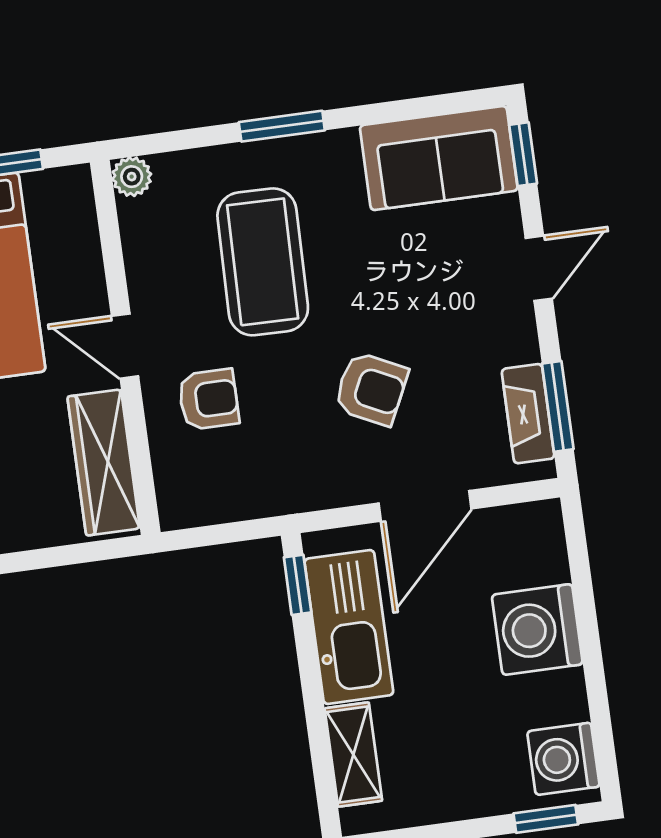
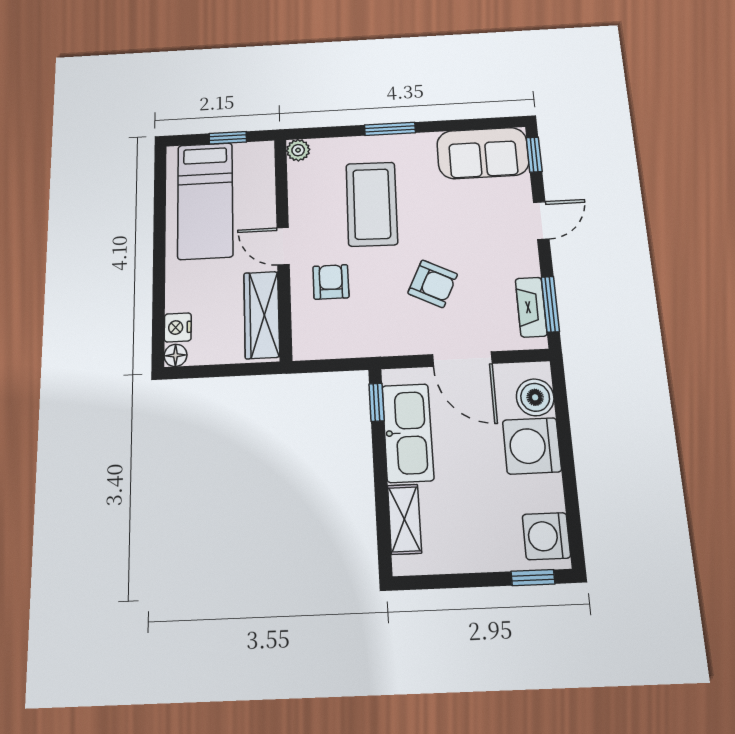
armchair: (209, 399) -> (331, 282), turned -90
door: (425, 506) -> (462, 359), hinge flipped
boiler: (539, 556) -> (535, 397), added

